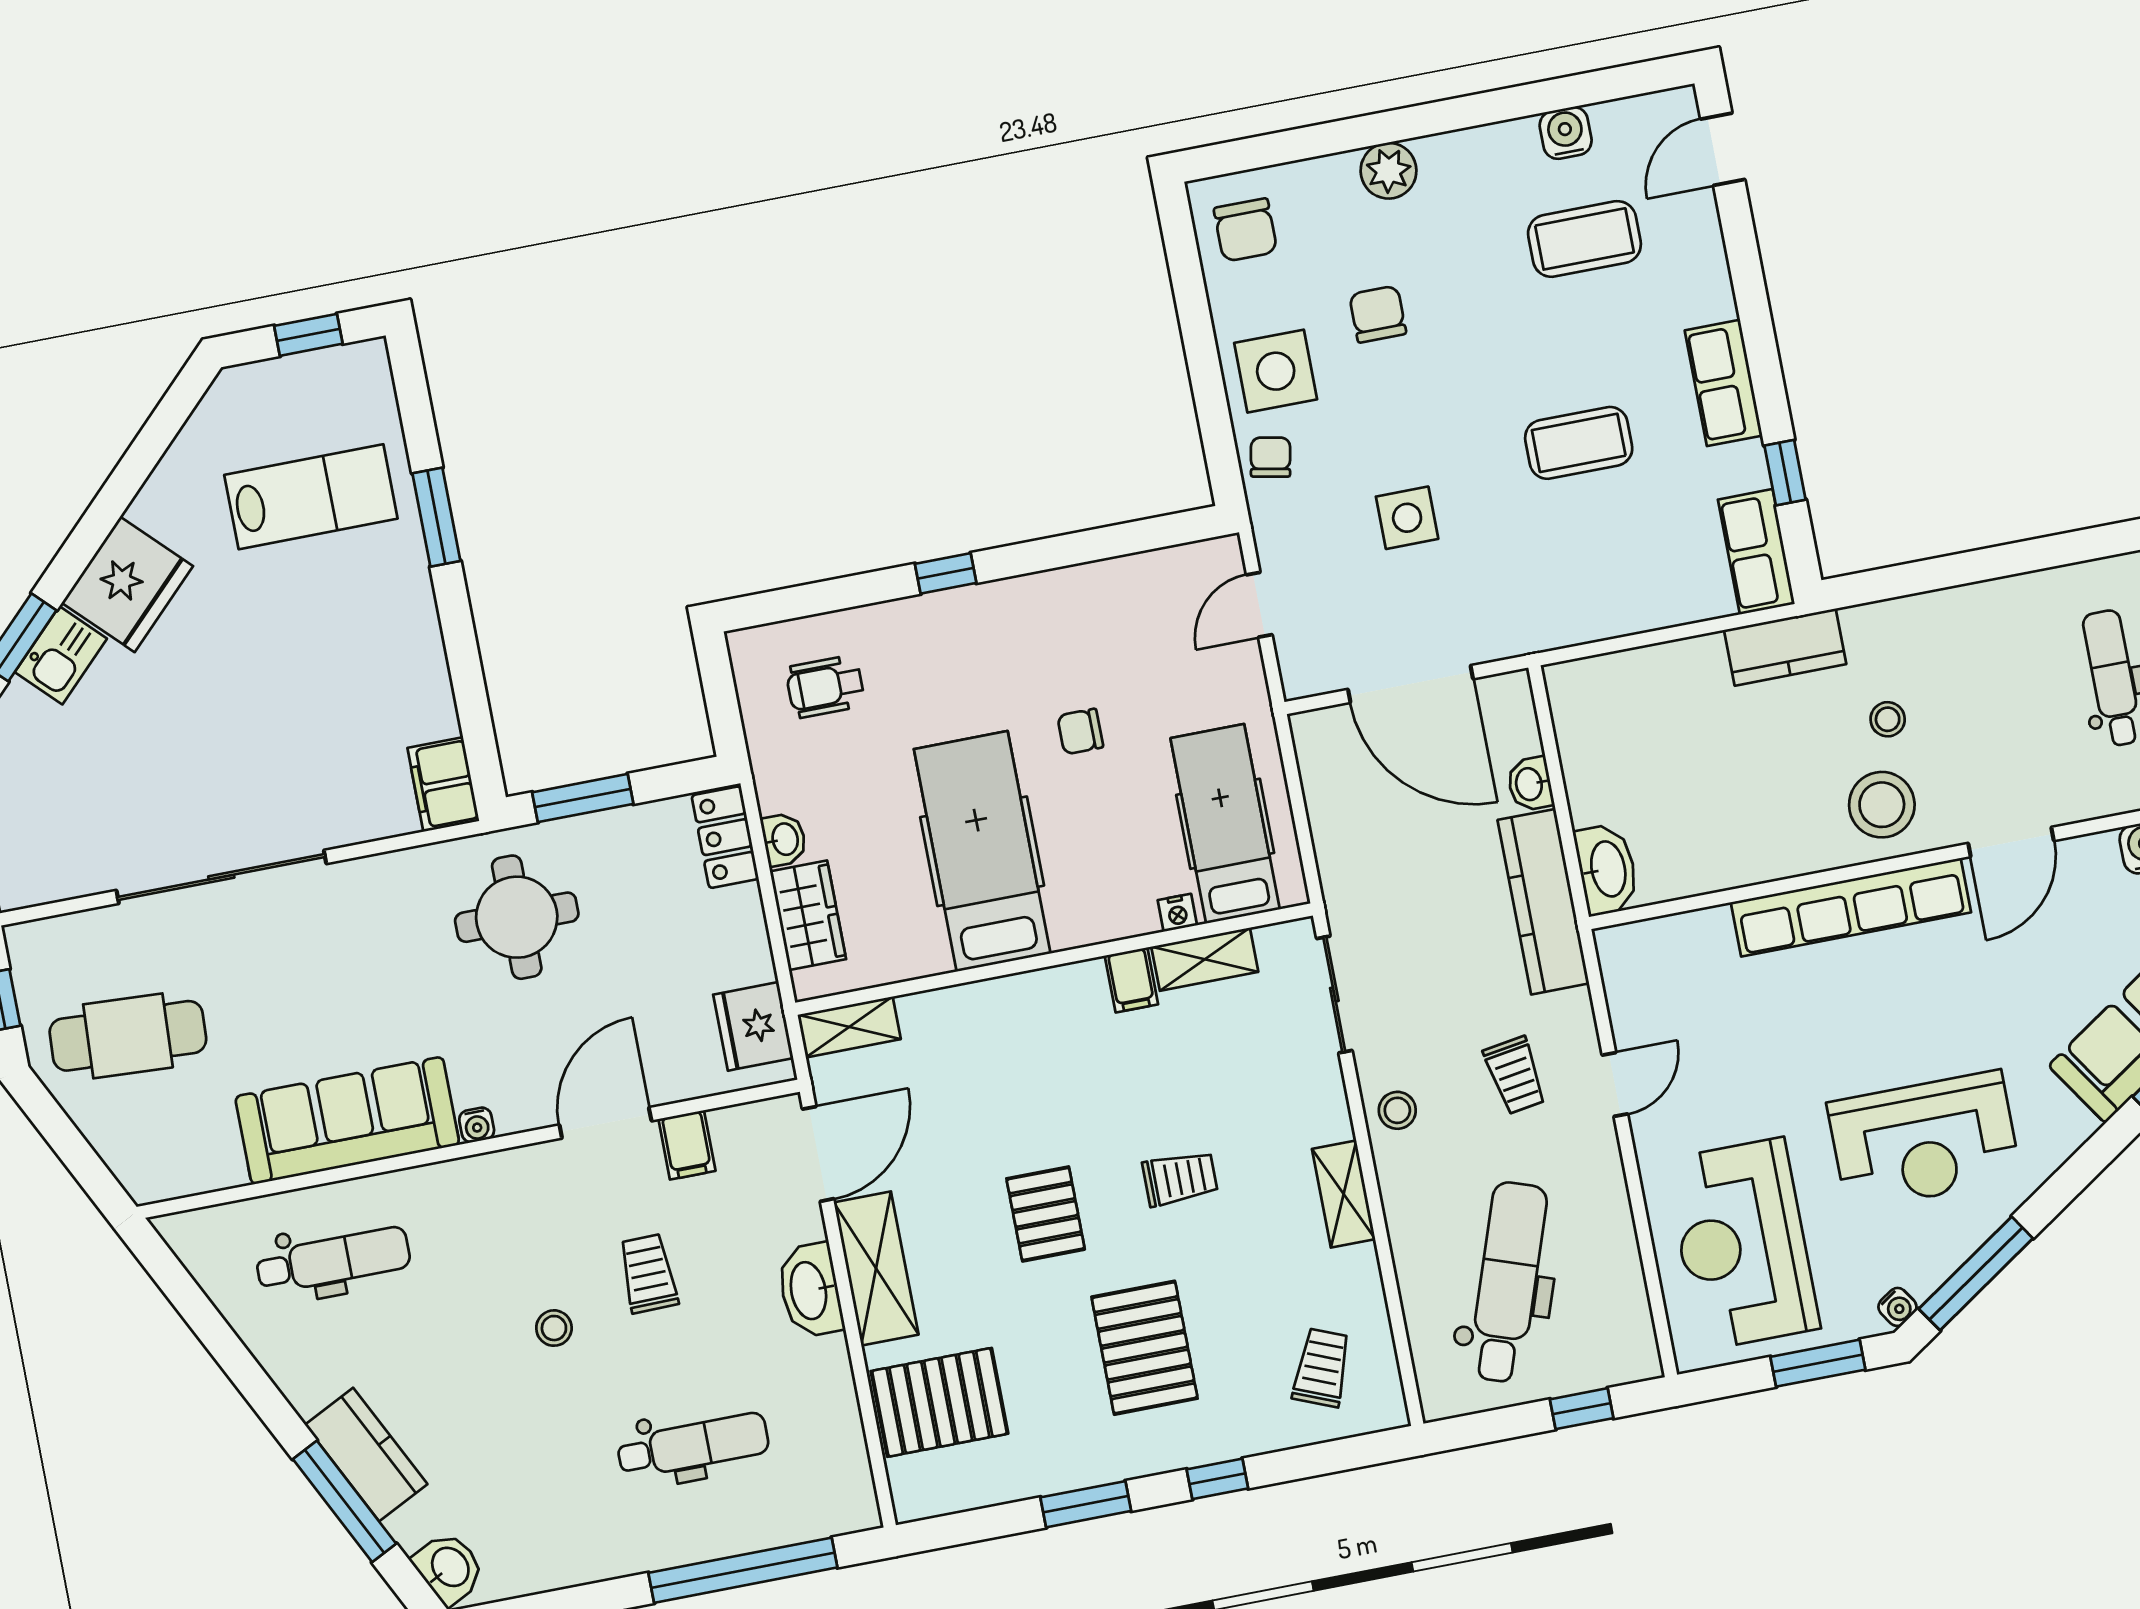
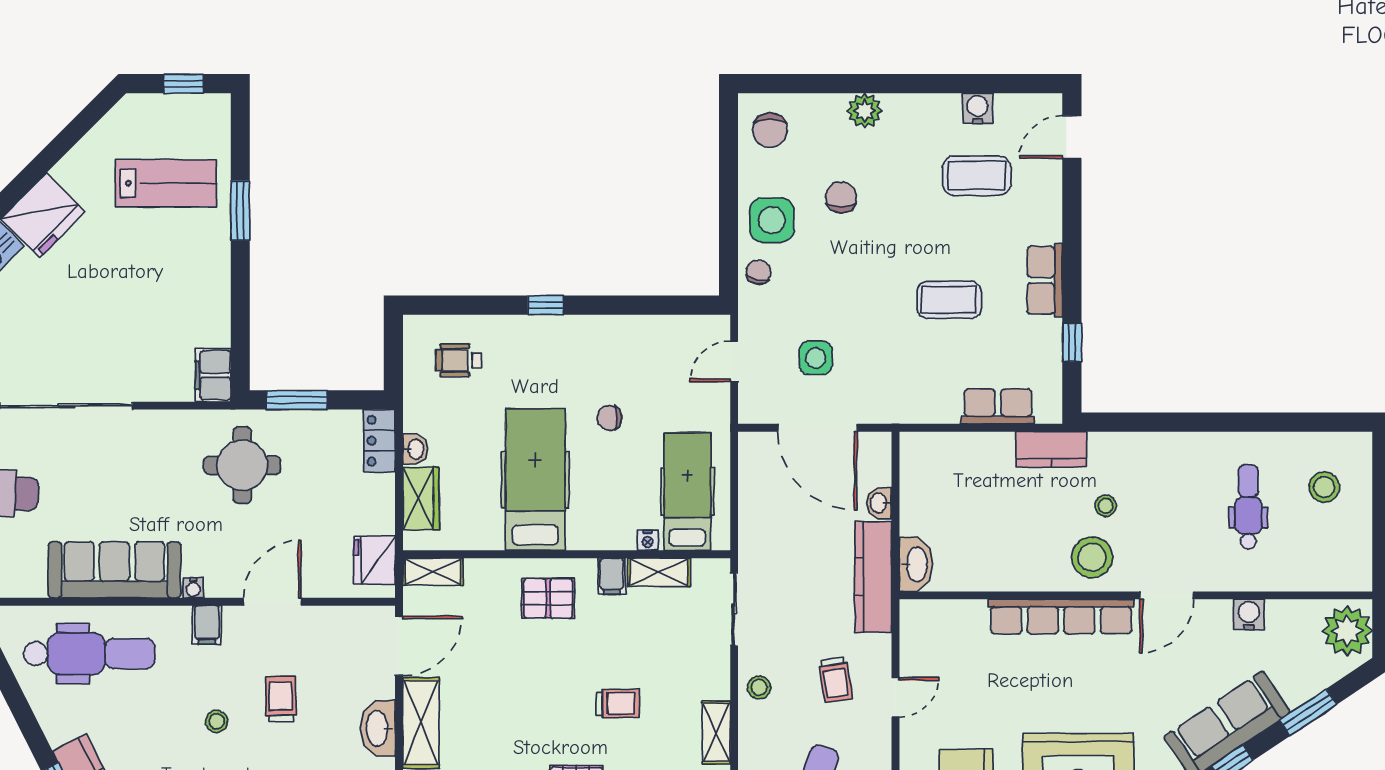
side table: (1407, 518) -> (816, 358), moved
row of seats: (1756, 552) -> (998, 407), moved, turned 90
filing cabinet: (687, 1145) -> (207, 625), moved
pallet: (1046, 1214) -> (548, 598), moved, turned 90
dental chair: (333, 1260) -> (89, 654), width x1.36, depth x1.38

